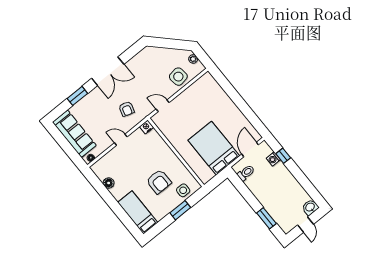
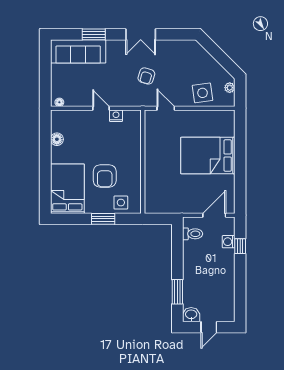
double door: (108, 71) -> (141, 34), width x0.73
armchair: (127, 109) -> (146, 76), moved
nightstand: (146, 127) -> (116, 116), moved
sofa: (74, 134) -> (78, 51), moved, turned 90
bed: (214, 148) -> (208, 156), moved, turned -90
washbasin: (310, 207) -> (191, 315), moved
bed: (138, 212) -> (67, 189), width x1.50

